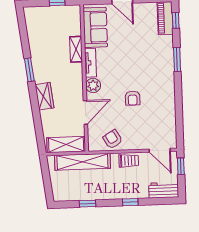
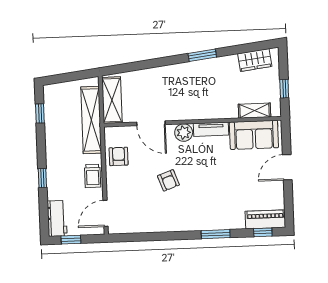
shelving: (76, 49) -> (255, 111), moved
wardrobe: (44, 96) -> (255, 60), moved
armchair: (133, 98) -> (168, 180), turned -110
armchair: (113, 139) -> (119, 156), turned -59
window: (181, 166) -> (71, 240), moved
window: (88, 204) -> (40, 113), moved

